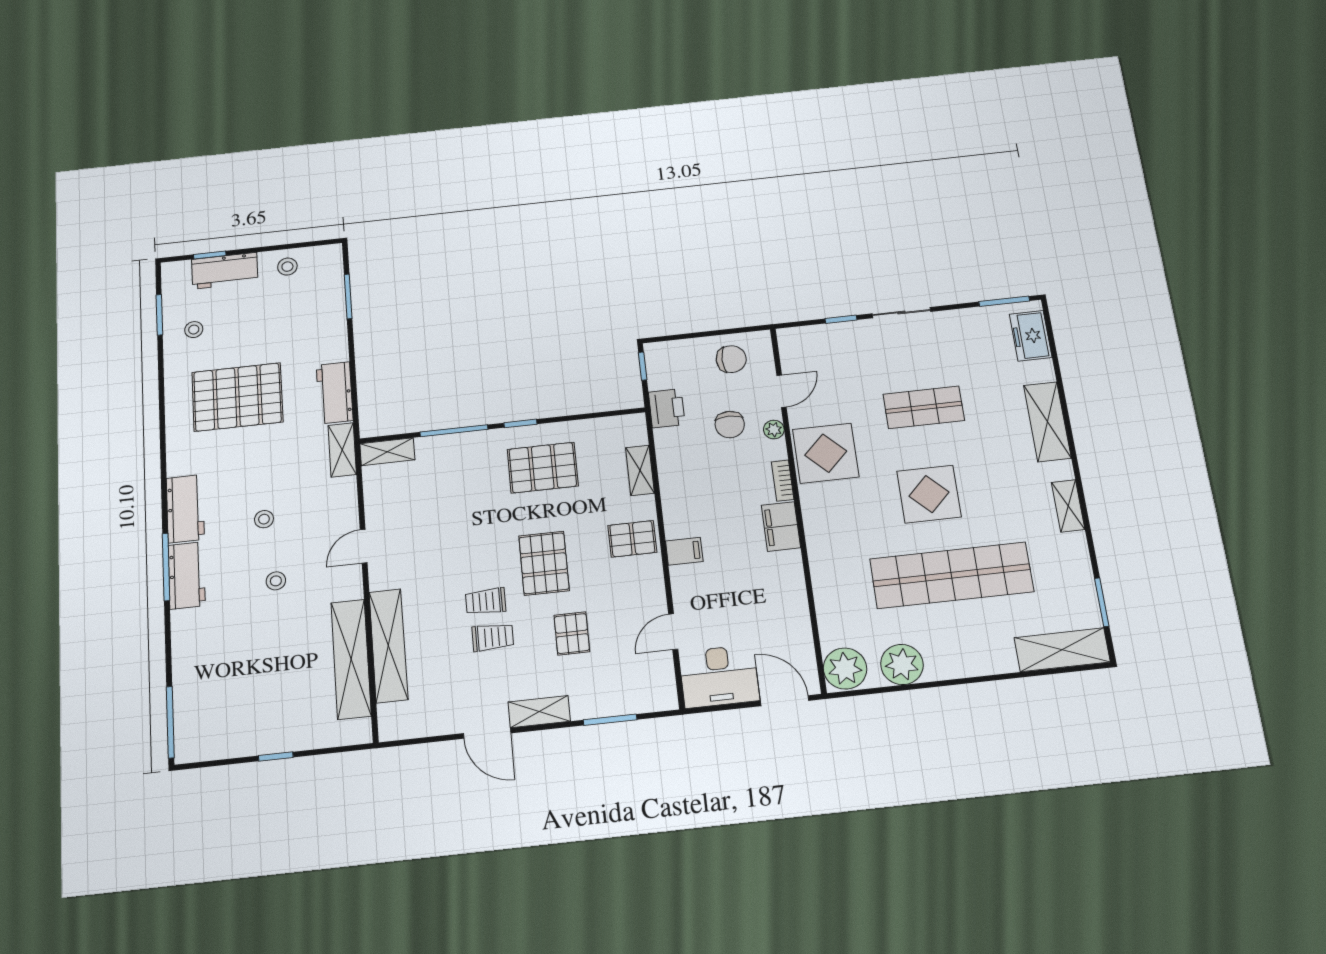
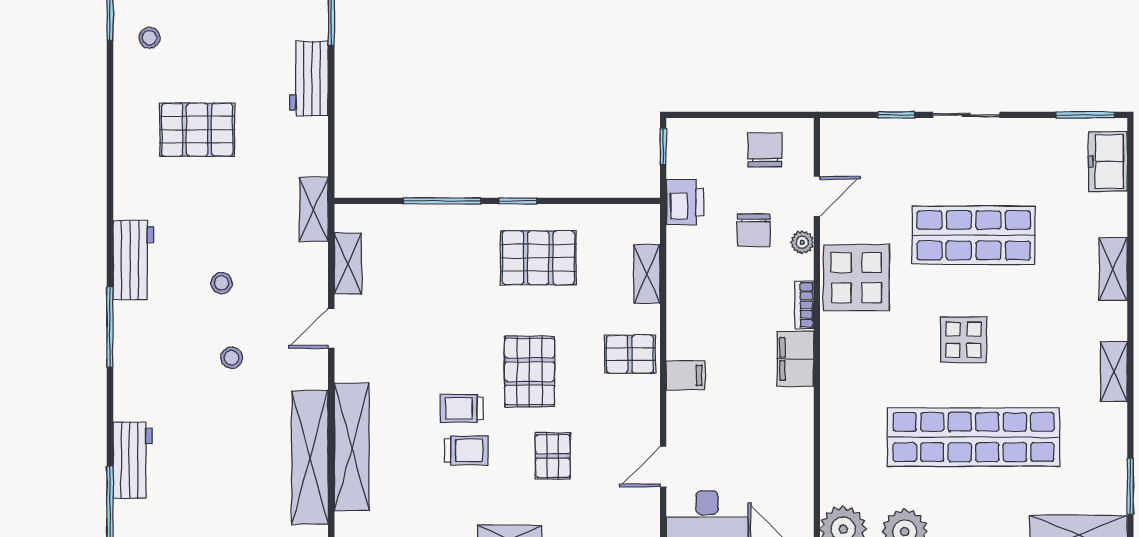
chair: (731, 359) -> (765, 150), turned -90
workbench: (335, 393) -> (309, 79), moved
pallet: (237, 397) -> (197, 130), width x0.73, depth x0.71
shop shelf: (924, 407) -> (974, 235), width x1.43, depth x1.36
shelving: (1047, 422) -> (1113, 269), width x0.67, depth x0.75
shelving: (387, 452) -> (348, 263), moved, turned 90
display table: (929, 494) -> (964, 340), width x0.73, depth x0.73
workbench: (187, 575) -> (133, 460), moved

